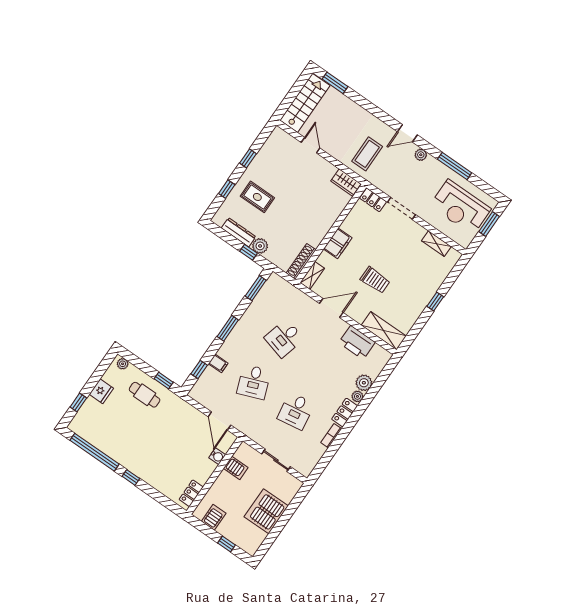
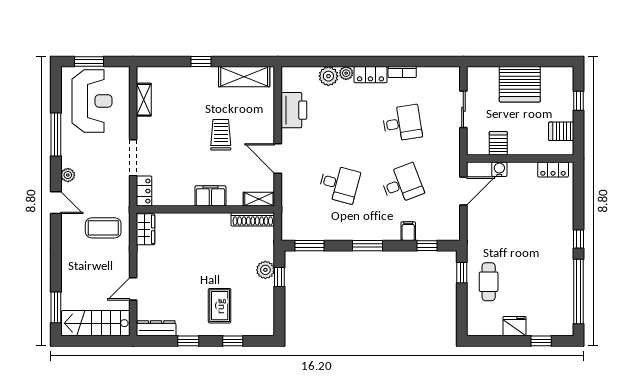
dresser: (239, 232) -> (156, 328), moved, turned 90
shelving: (384, 331) -> (244, 77), moved, turned 90
plant: (123, 364) -> (473, 324), removed

